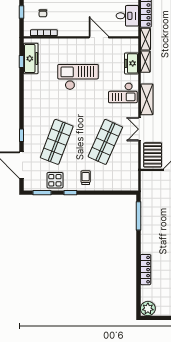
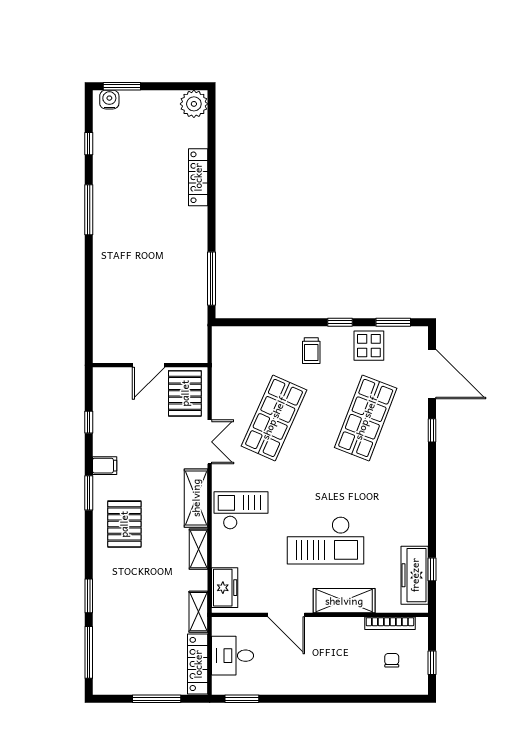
shelving: (68, 45) -> (344, 601), added
shelving: (145, 62) -> (199, 549), moved
freezer: (132, 63) -> (225, 588), moved

